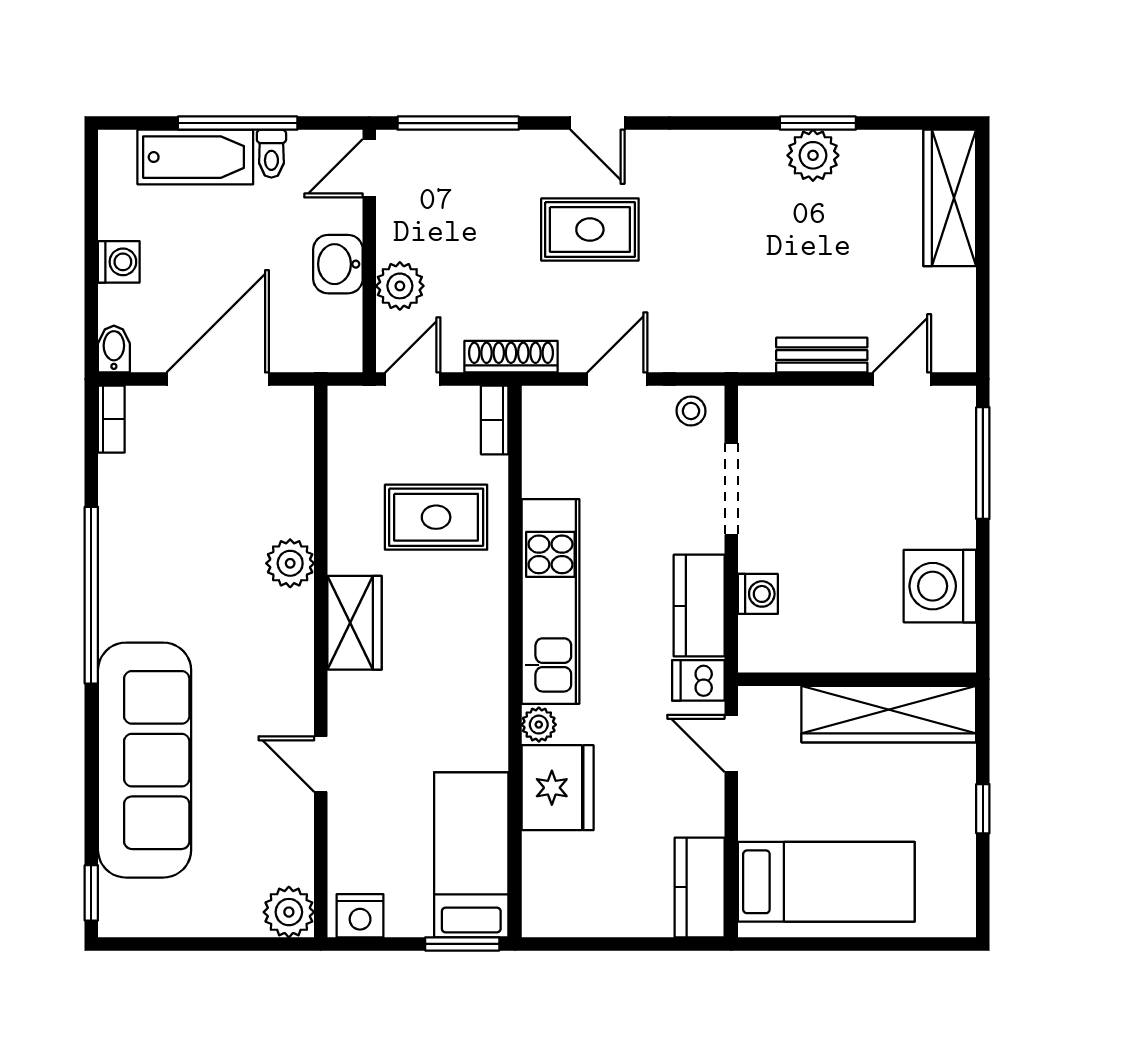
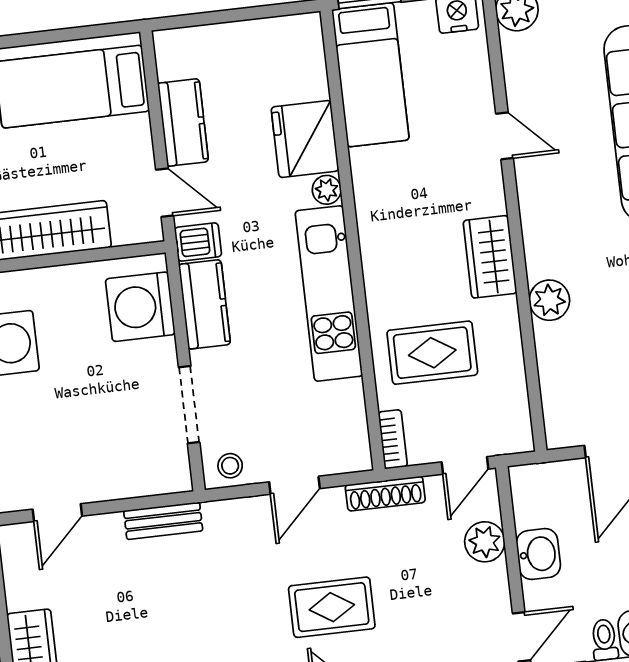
bench: (822, 355) -> (163, 521), moved
washing machine: (758, 594) -> (140, 307), width x1.89, depth x1.89
kitchen counter: (700, 887) -> (183, 122), moved

